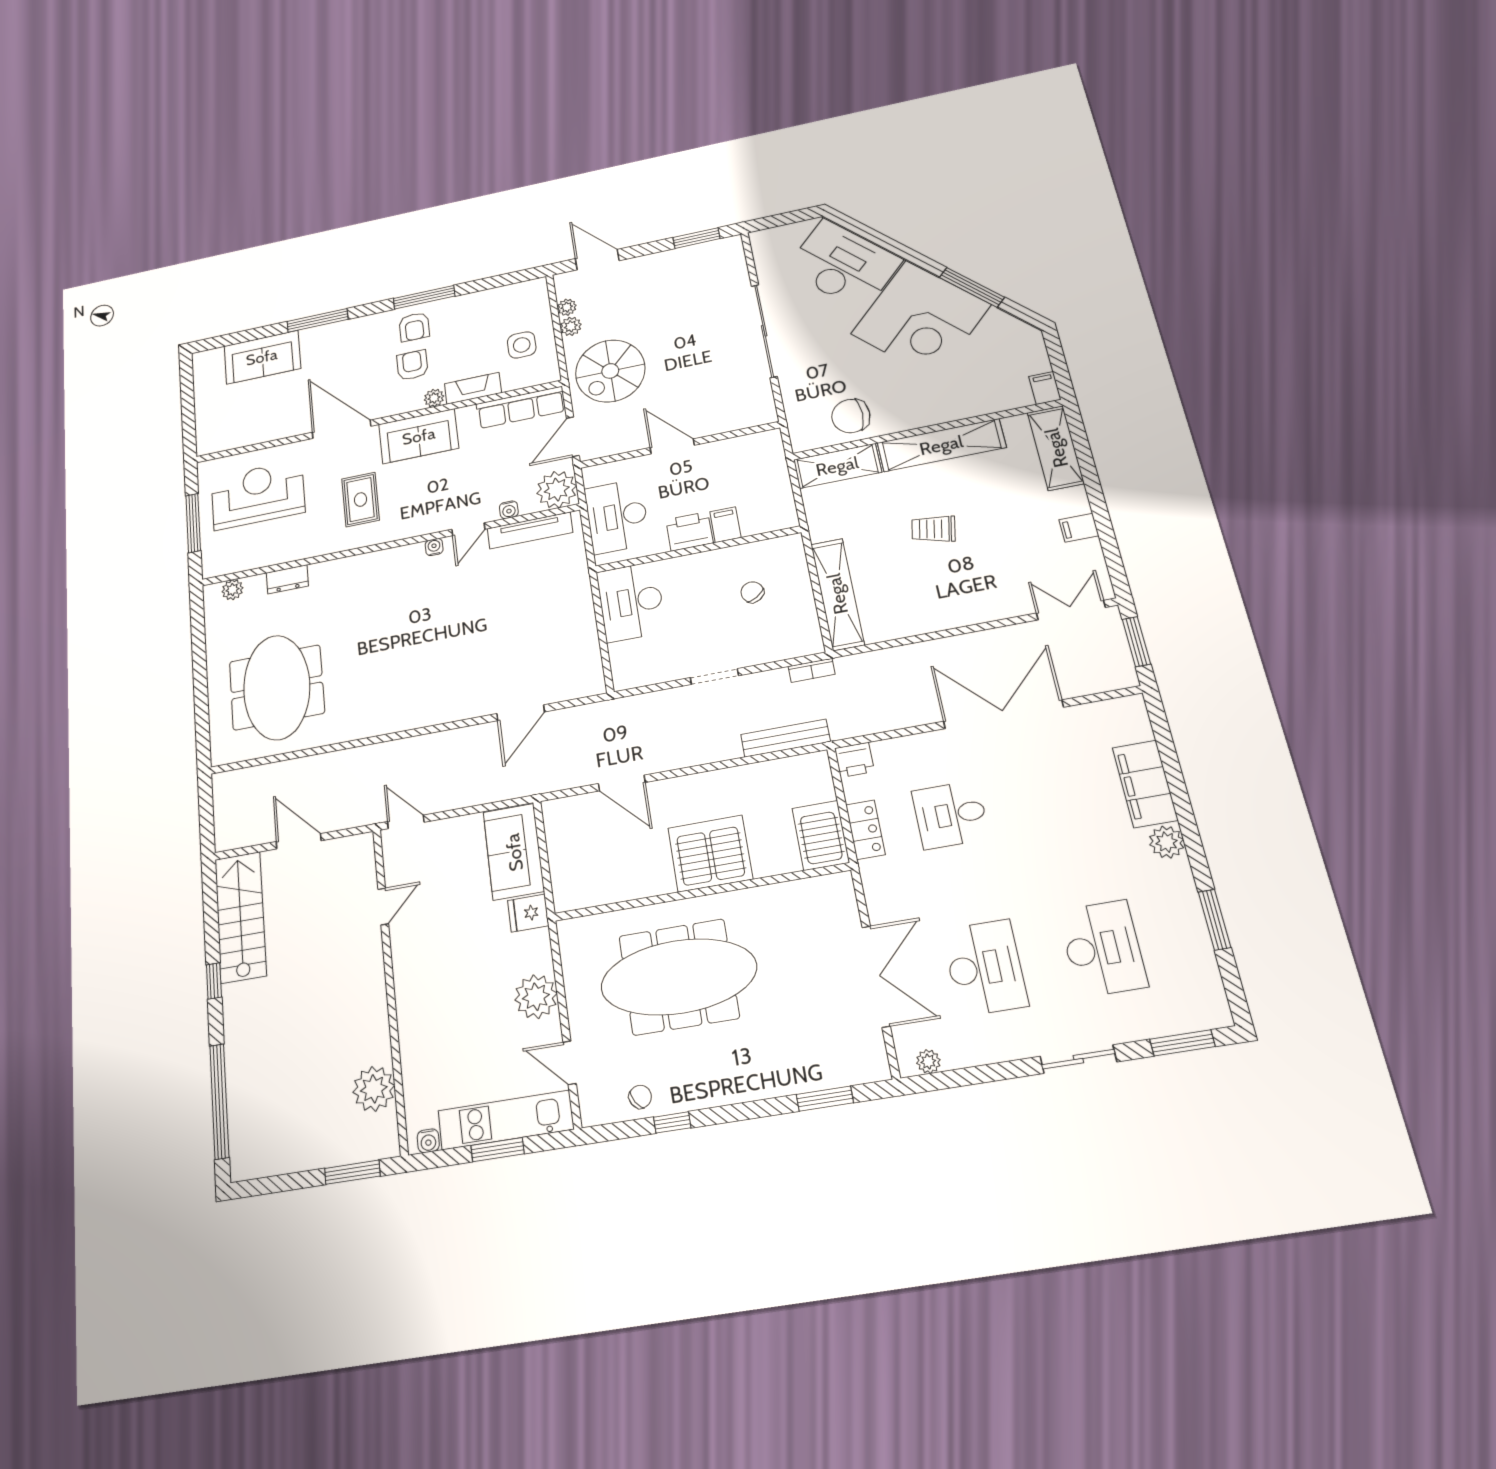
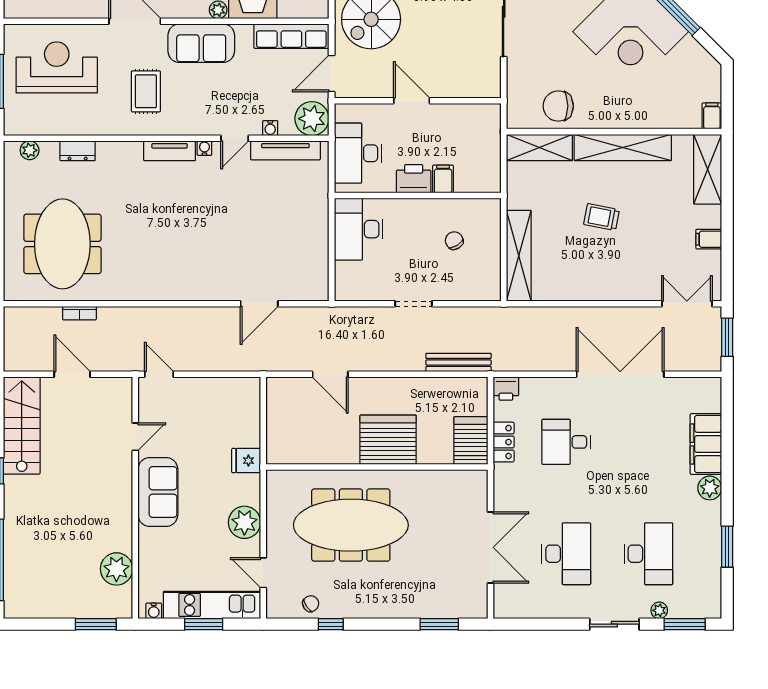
tv unit: (394, 558) -> (170, 151), added
bookcase: (812, 670) -> (79, 313), moved
sofa: (514, 852) -> (158, 492), moved, turned 180
plant: (928, 1061) -> (659, 610), moved

